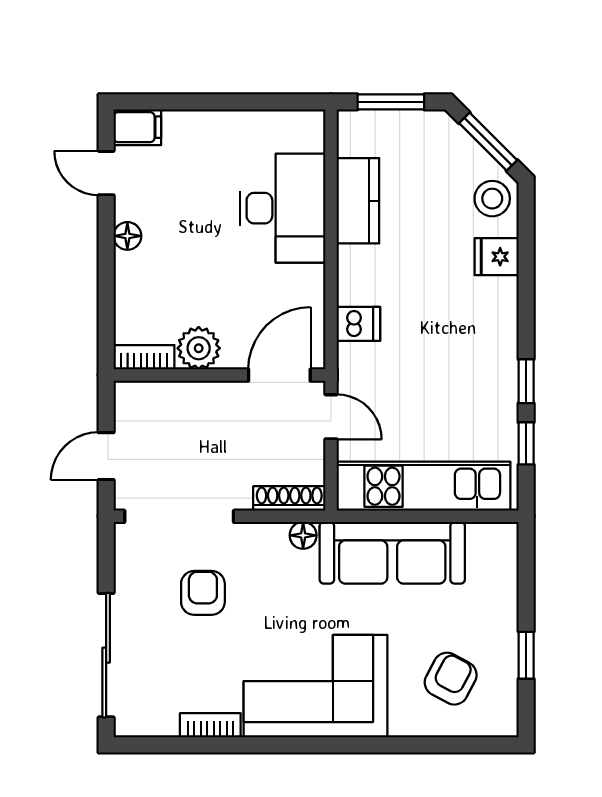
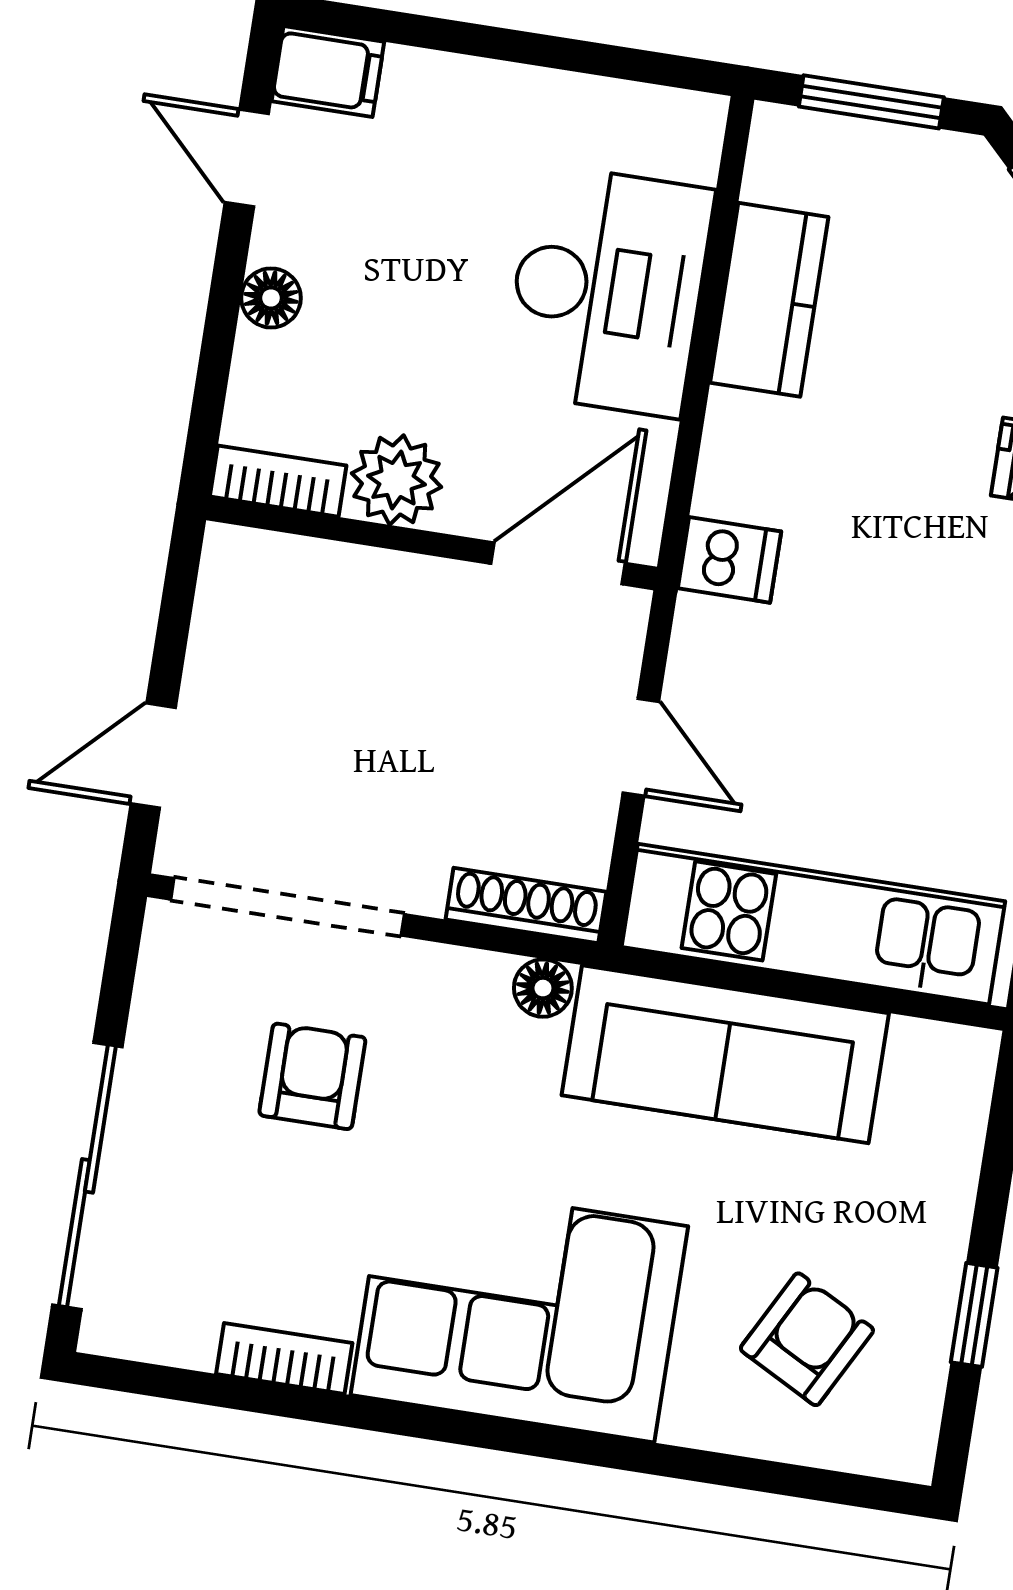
plant: (199, 348) -> (397, 480), moved
bookcase: (144, 357) -> (278, 481), moved
wall: (219, 375) -> (432, 544), moved
door: (279, 375) -> (558, 563), moved

